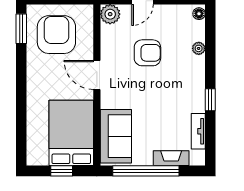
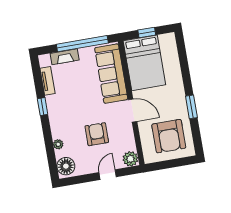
floor lamp: (199, 14) -> (66, 166), width x1.89, depth x1.89
window: (21, 29) -> (191, 107), moved
armchair: (147, 53) -> (97, 134), turned 90
sofa: (116, 136) -> (111, 74), width x1.36

